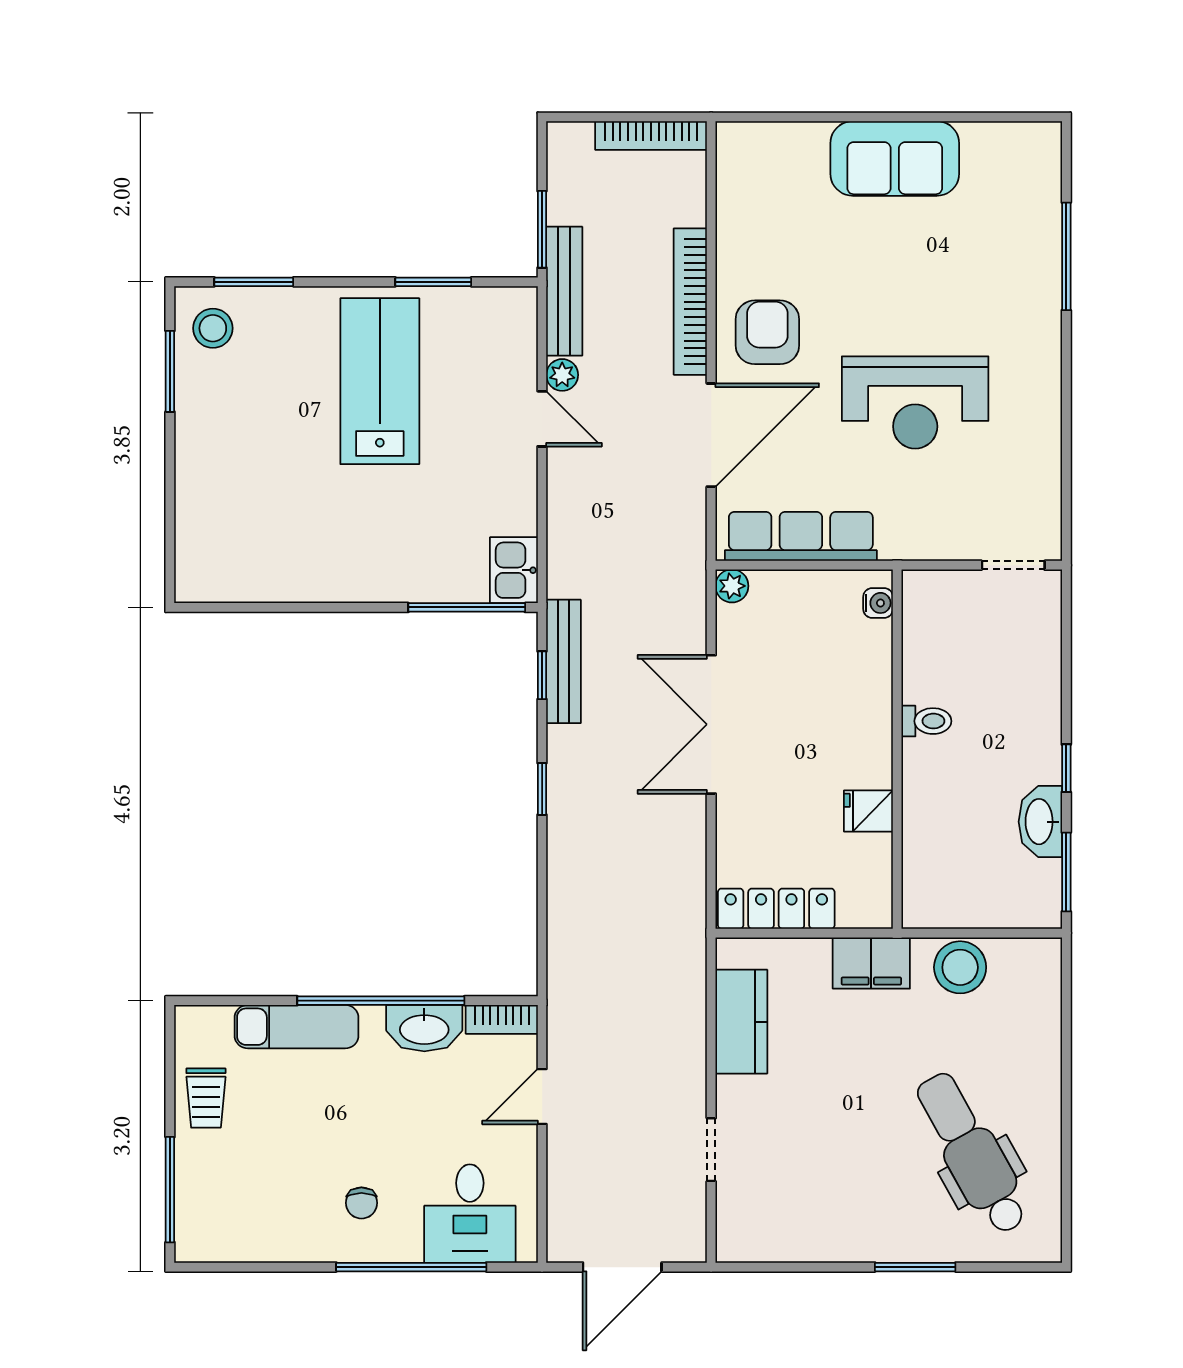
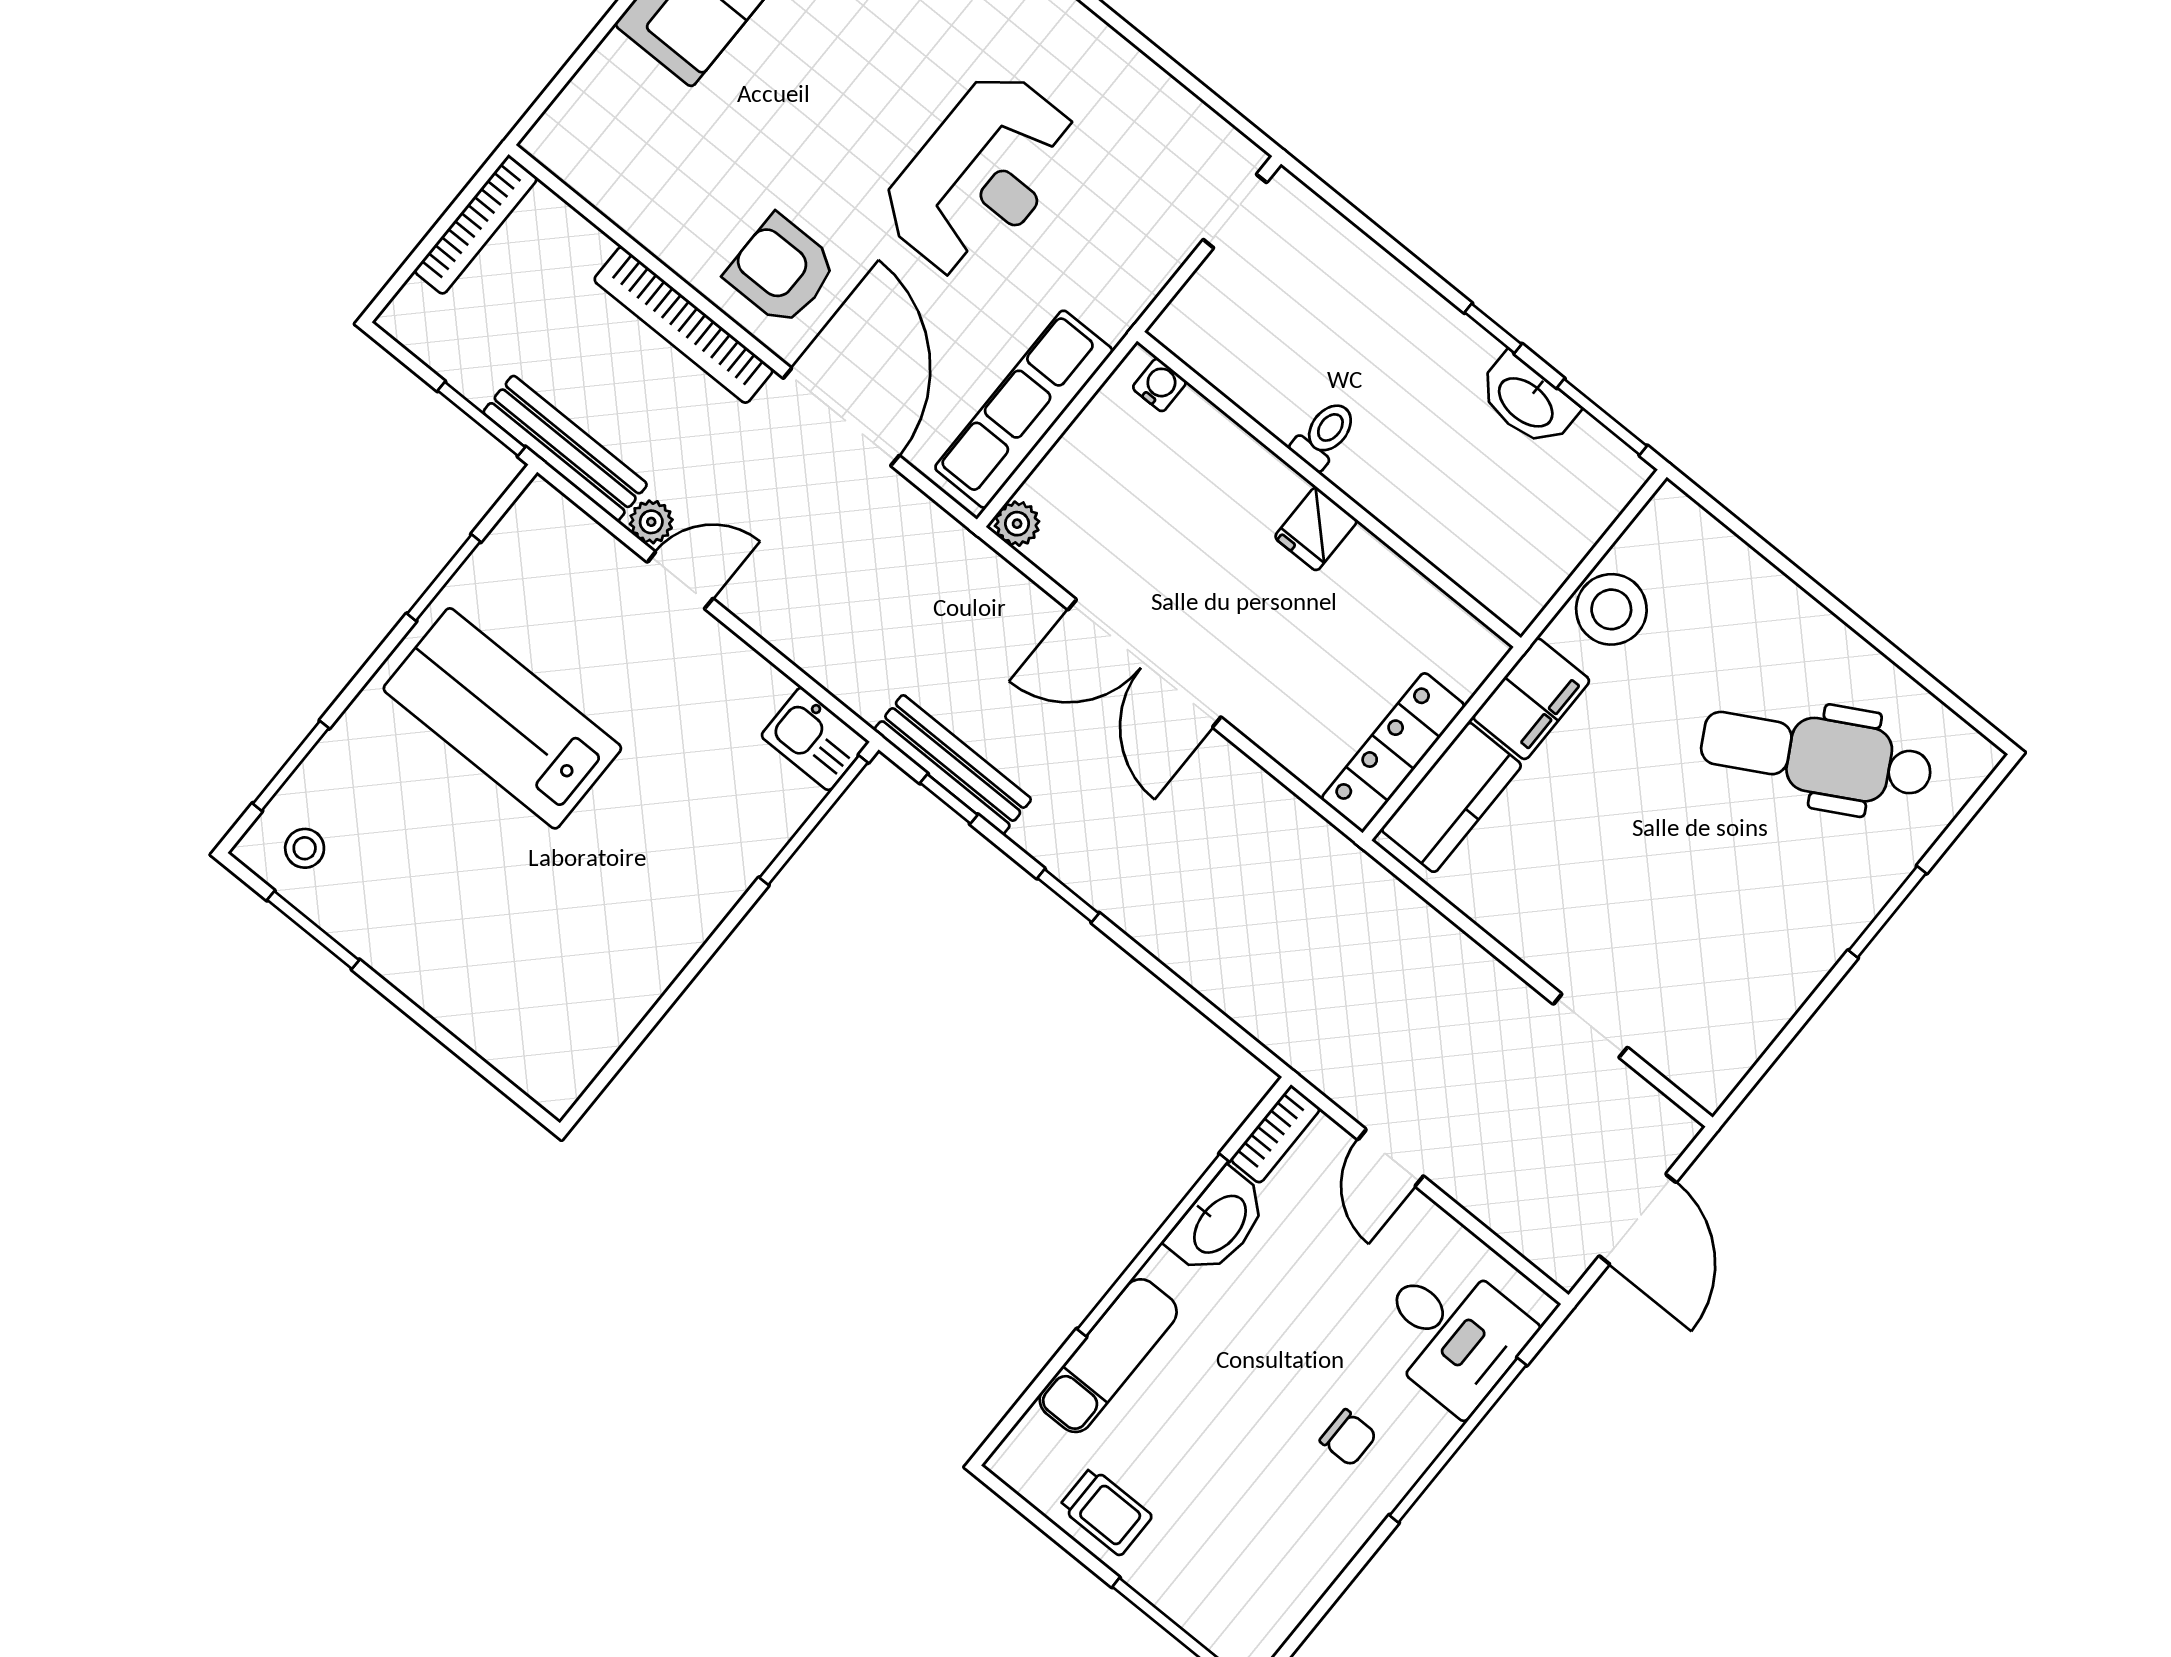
stool: (213, 328) -> (305, 848), width x0.73, depth x0.73
fridge: (868, 811) -> (1316, 529), moved
kitchen counter: (741, 1022) -> (1451, 797), moved, turned 90

